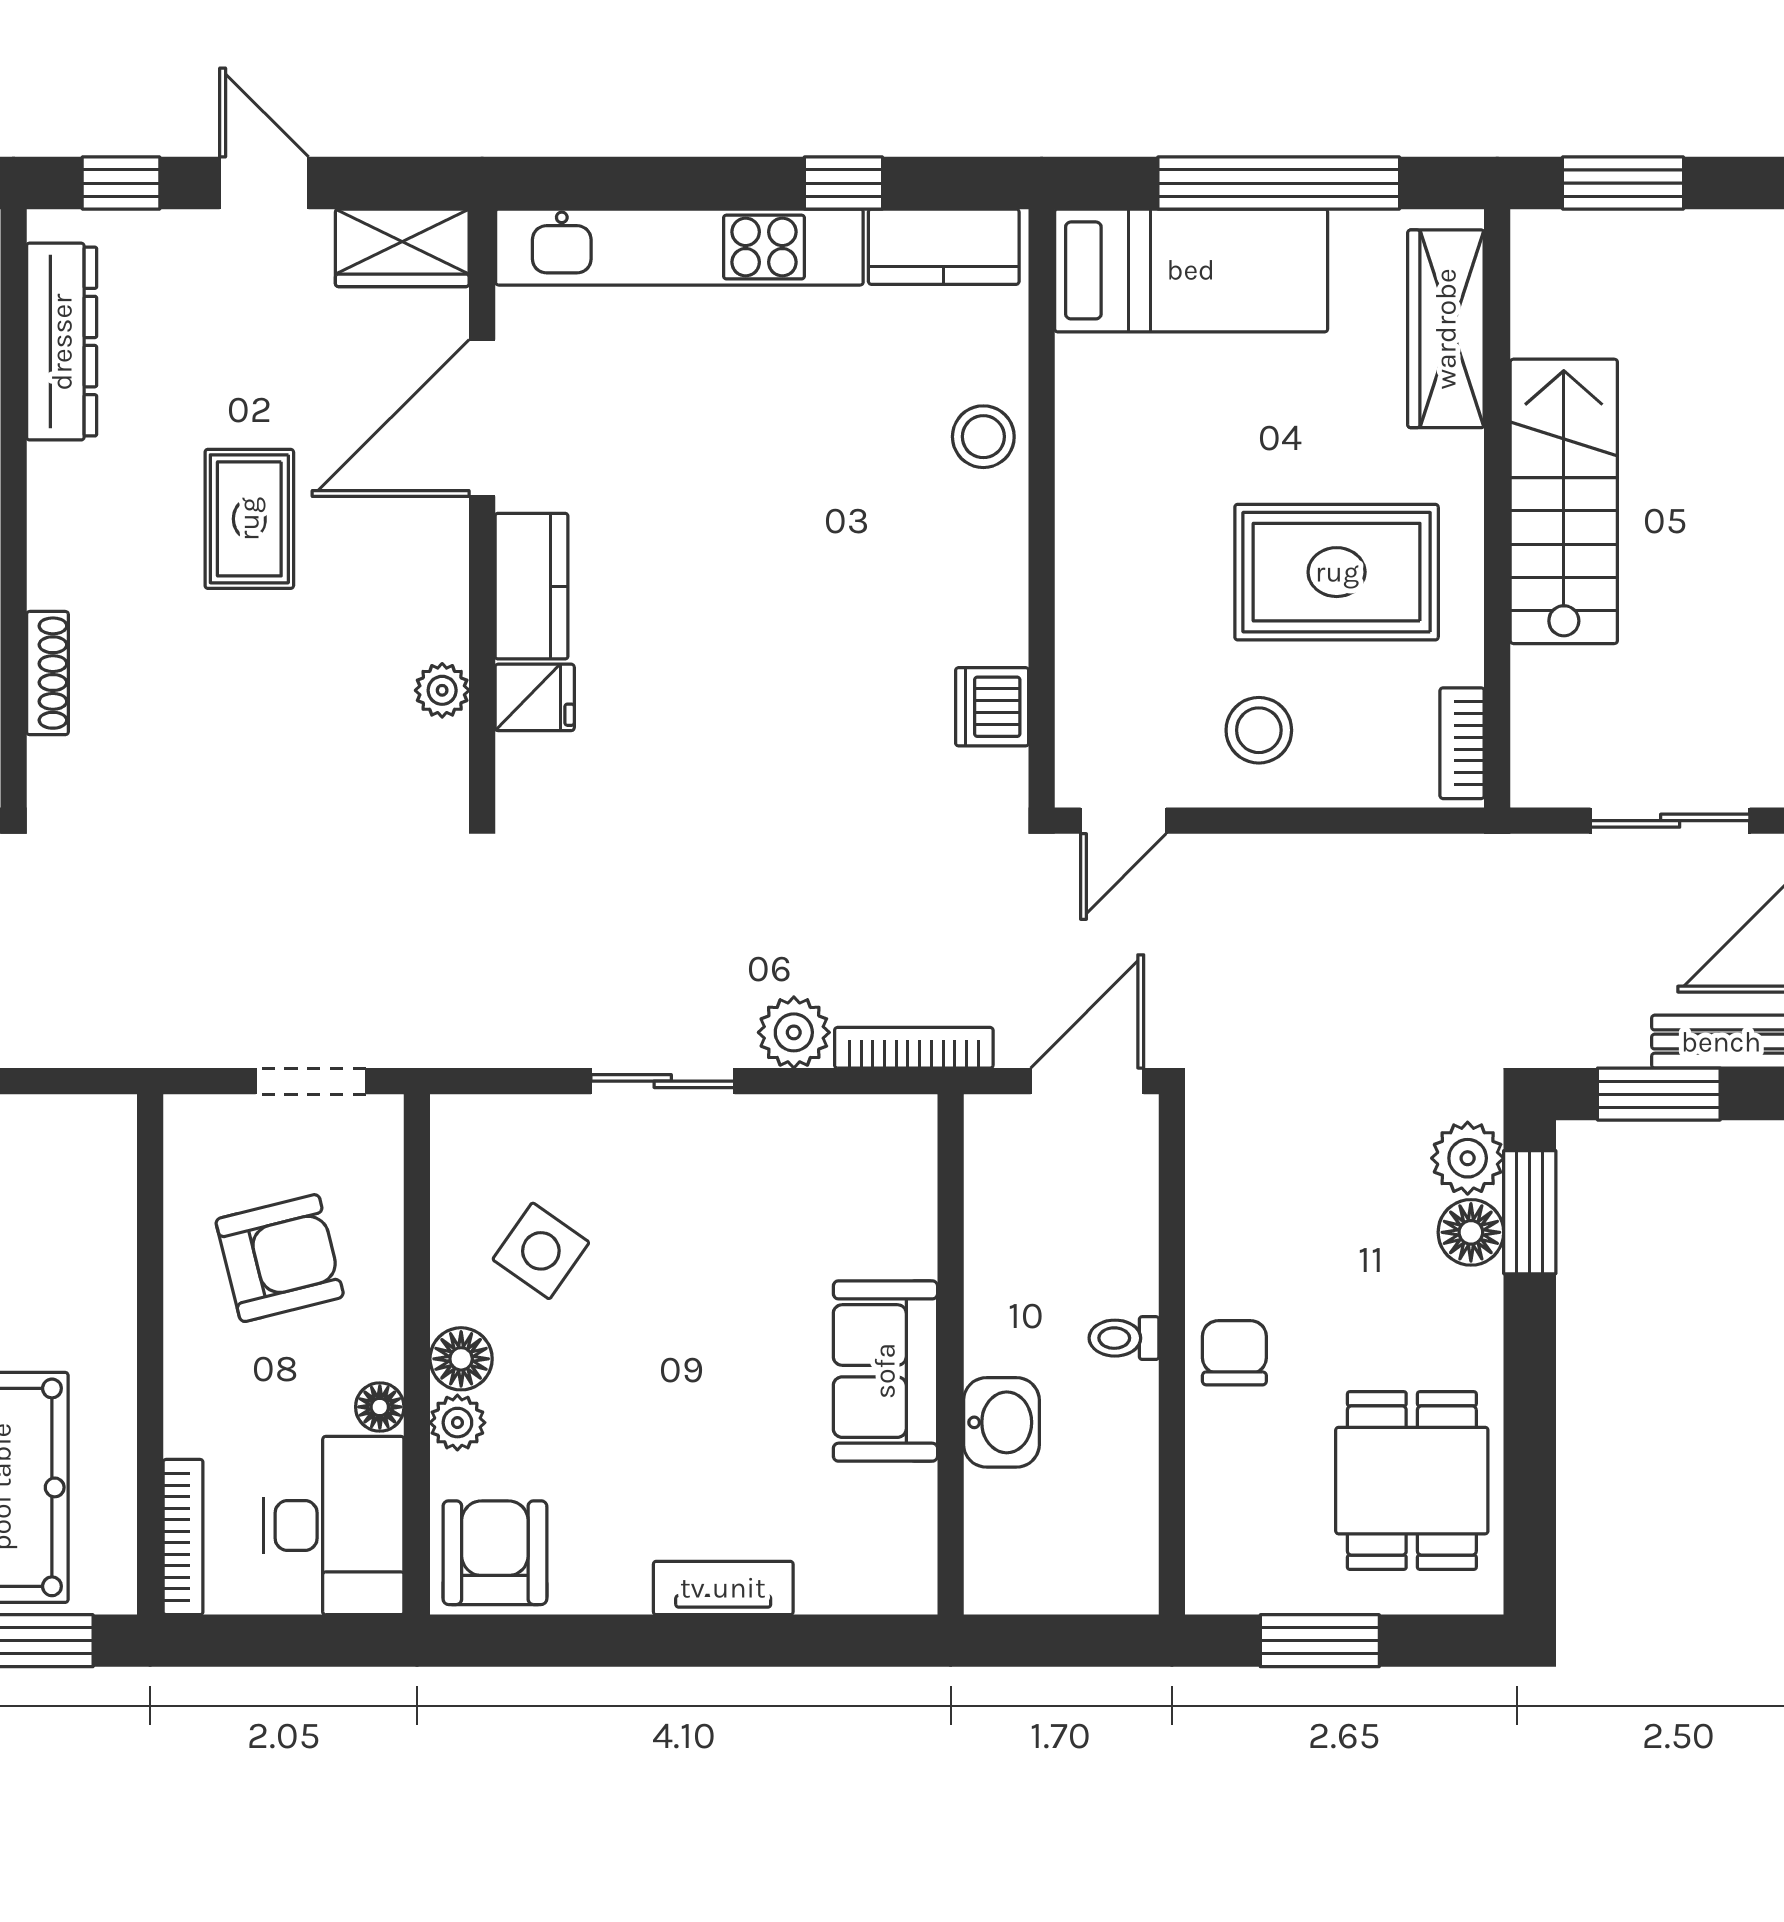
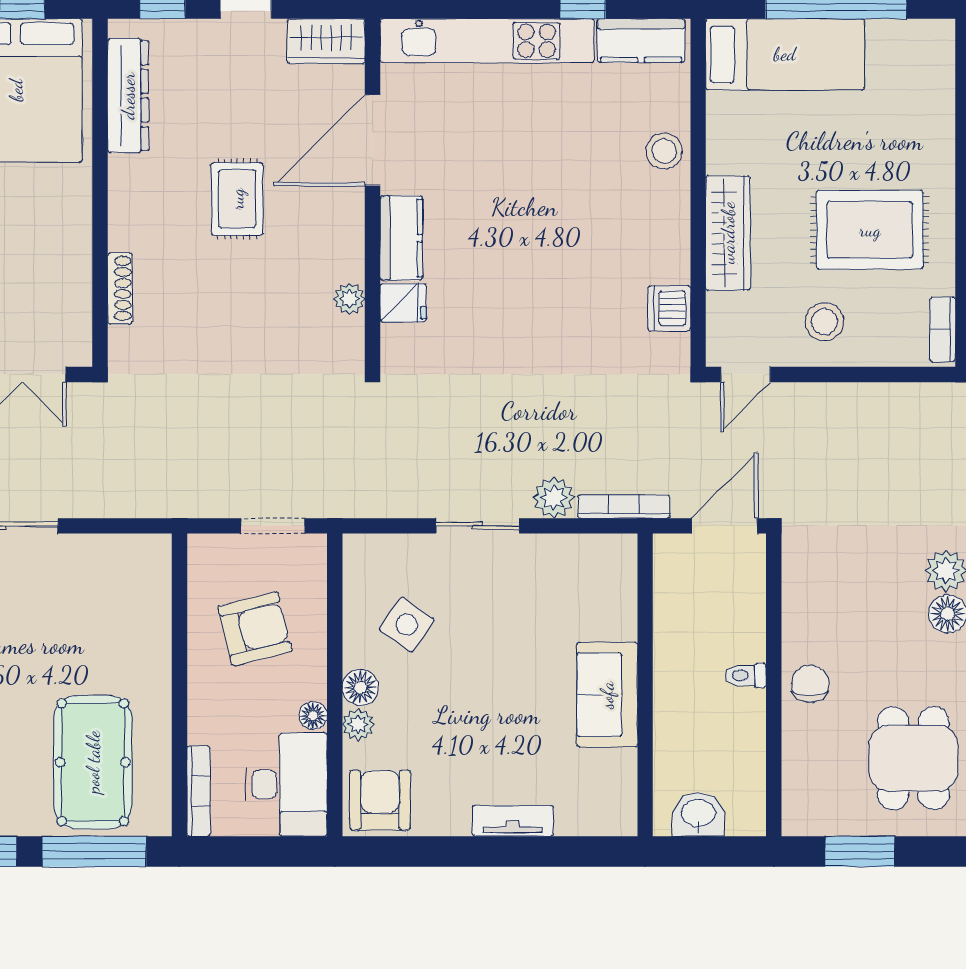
wardrobe: (1446, 329) -> (728, 233), moved, turned 180
washbasin: (1001, 1422) -> (698, 814), moved, turned -90

